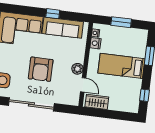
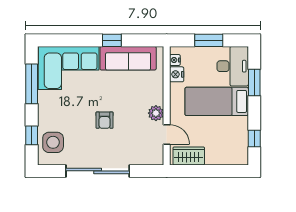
desk: (136, 42) -> (233, 66), added
armchair: (41, 69) -> (105, 120), width x0.53, depth x0.53

